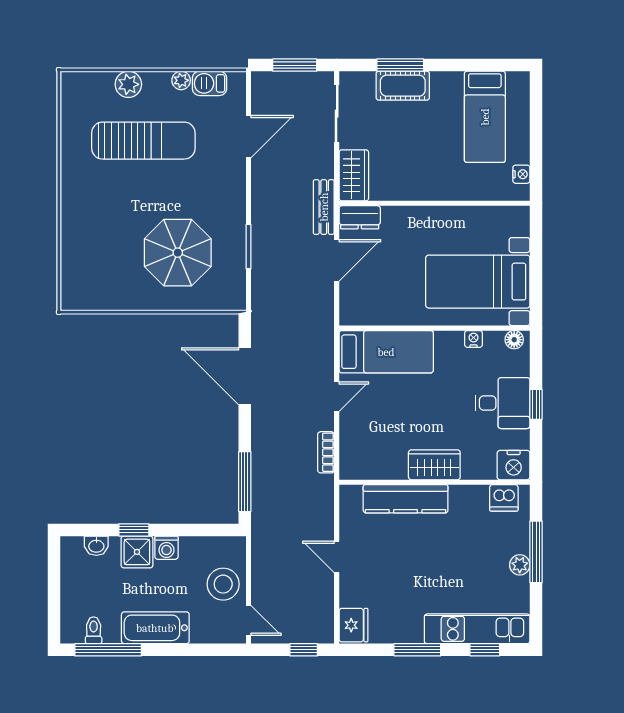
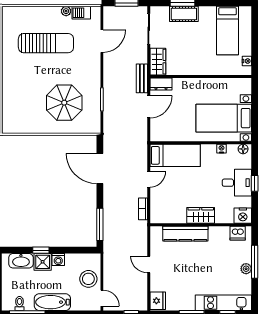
plant: (128, 84) -> (38, 13), removed
washbasin: (96, 546) -> (21, 261), width x1.91, depth x1.45

